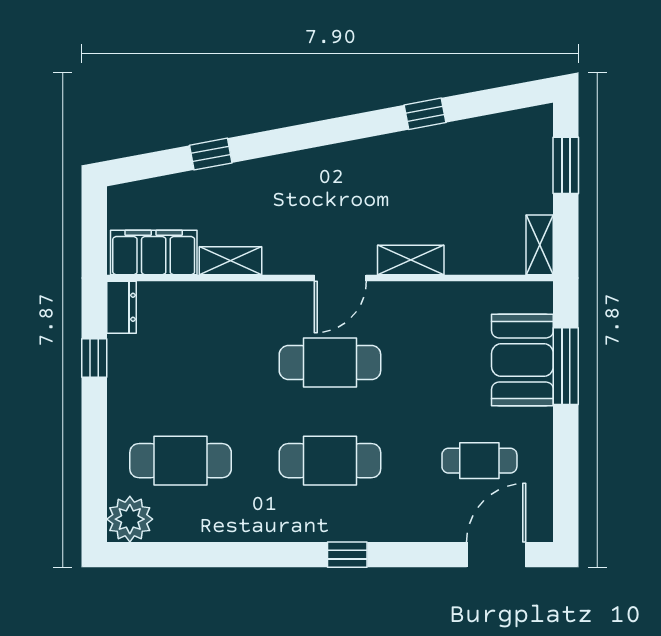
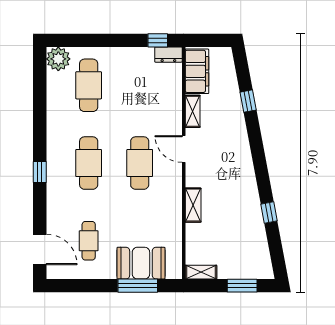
door: (340, 278) -> (184, 149), moved
window: (94, 358) -> (158, 40), moved

